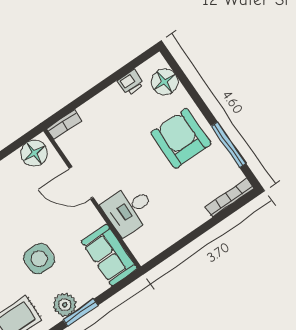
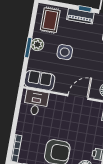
desk: (129, 210) -> (36, 103), moved

